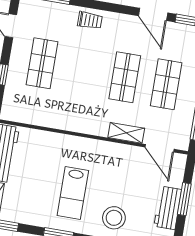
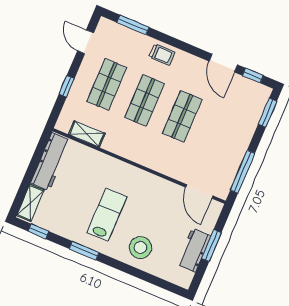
shop shelf: (166, 84) -> (144, 100), moved
shelving: (126, 133) -> (87, 134), moved
lab bench: (73, 193) -> (107, 215), turned 180

